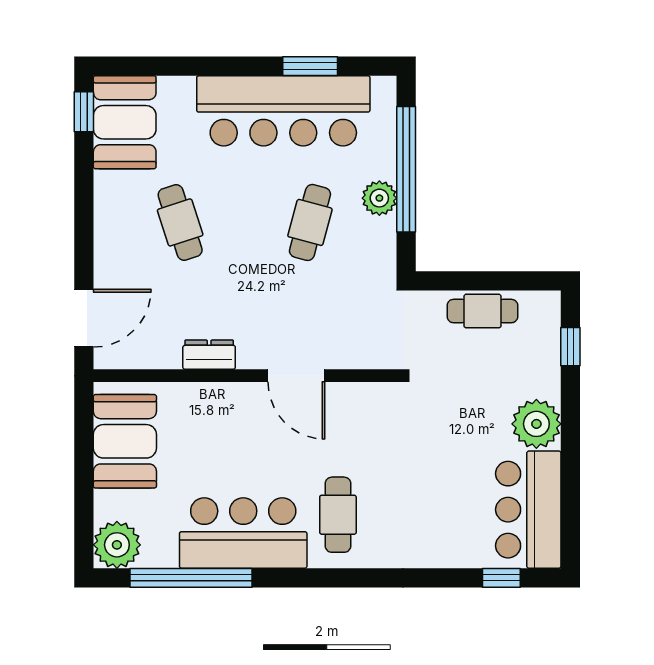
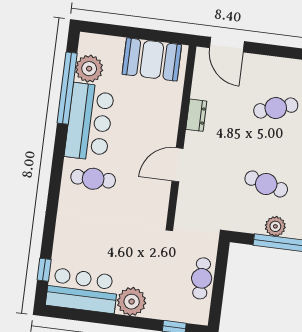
plant: (117, 545) -> (89, 69), moved

